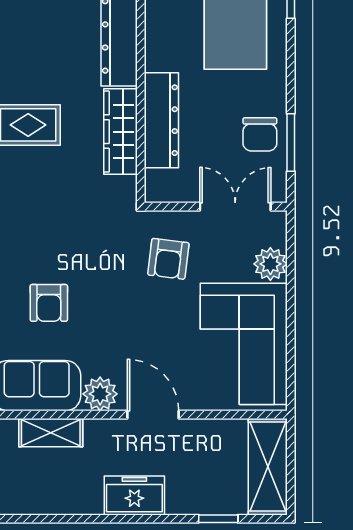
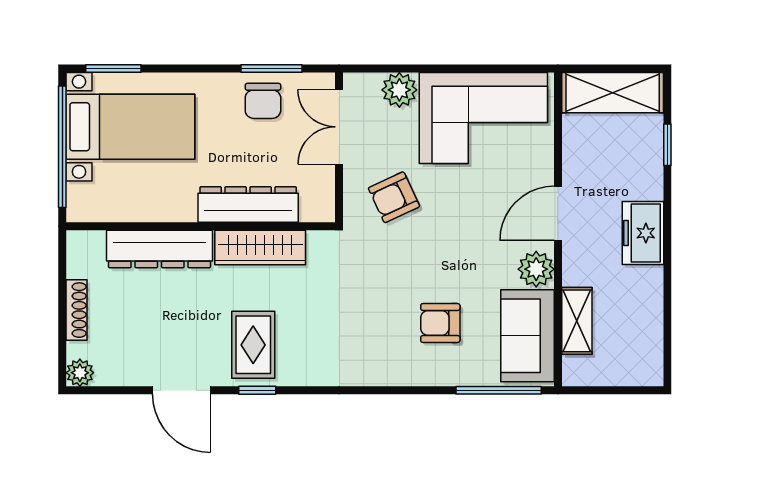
chair: (260, 134) -> (263, 101), turned 90
armchair: (168, 259) -> (394, 197), turned 148
armchair: (49, 303) -> (440, 323), turned 180

